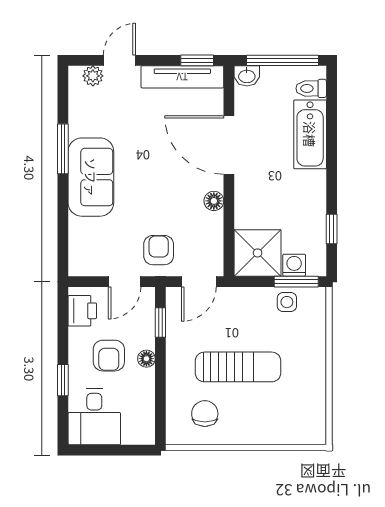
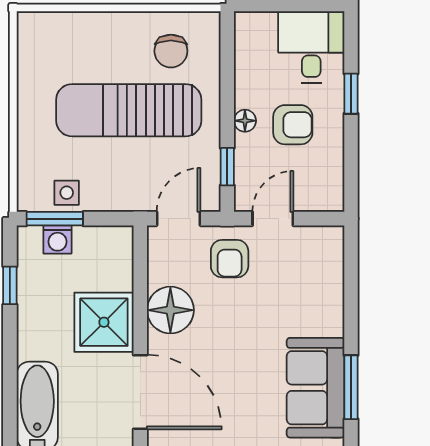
sofa: (91, 177) -> (316, 388), moved
floor lamp: (214, 201) -> (170, 310), width x1.89, depth x1.89
shower: (258, 253) -> (104, 322), moved
printer: (82, 311) -> (327, 182), removed
armchair: (109, 356) -> (293, 125), turned 90
sun lounger: (238, 367) -> (129, 110), width x1.36, depth x1.34

